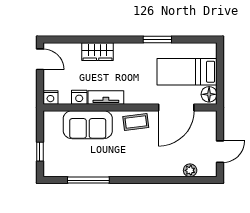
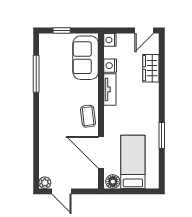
wardrobe: (98, 52) -> (151, 68), moved
sofa: (88, 125) -> (86, 58), moved
plant: (190, 170) -> (45, 183), moved

